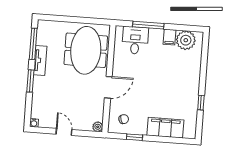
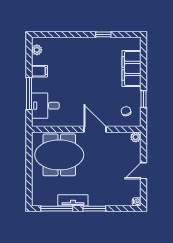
plant: (186, 40) -> (37, 50), width x0.53, depth x0.53

